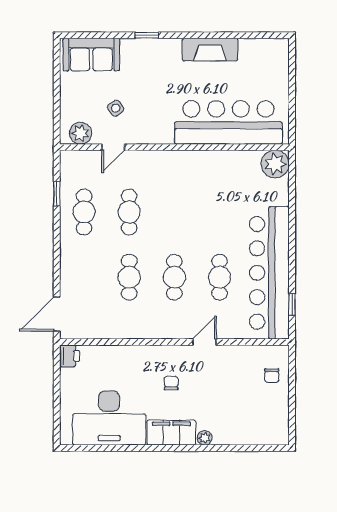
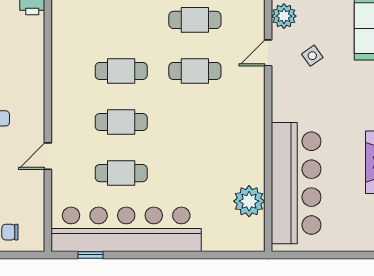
door: (113, 147) -> (268, 53), hinge flipped
plant: (275, 164) -> (249, 201), moved
door: (205, 342) -> (48, 156), swing flipped

